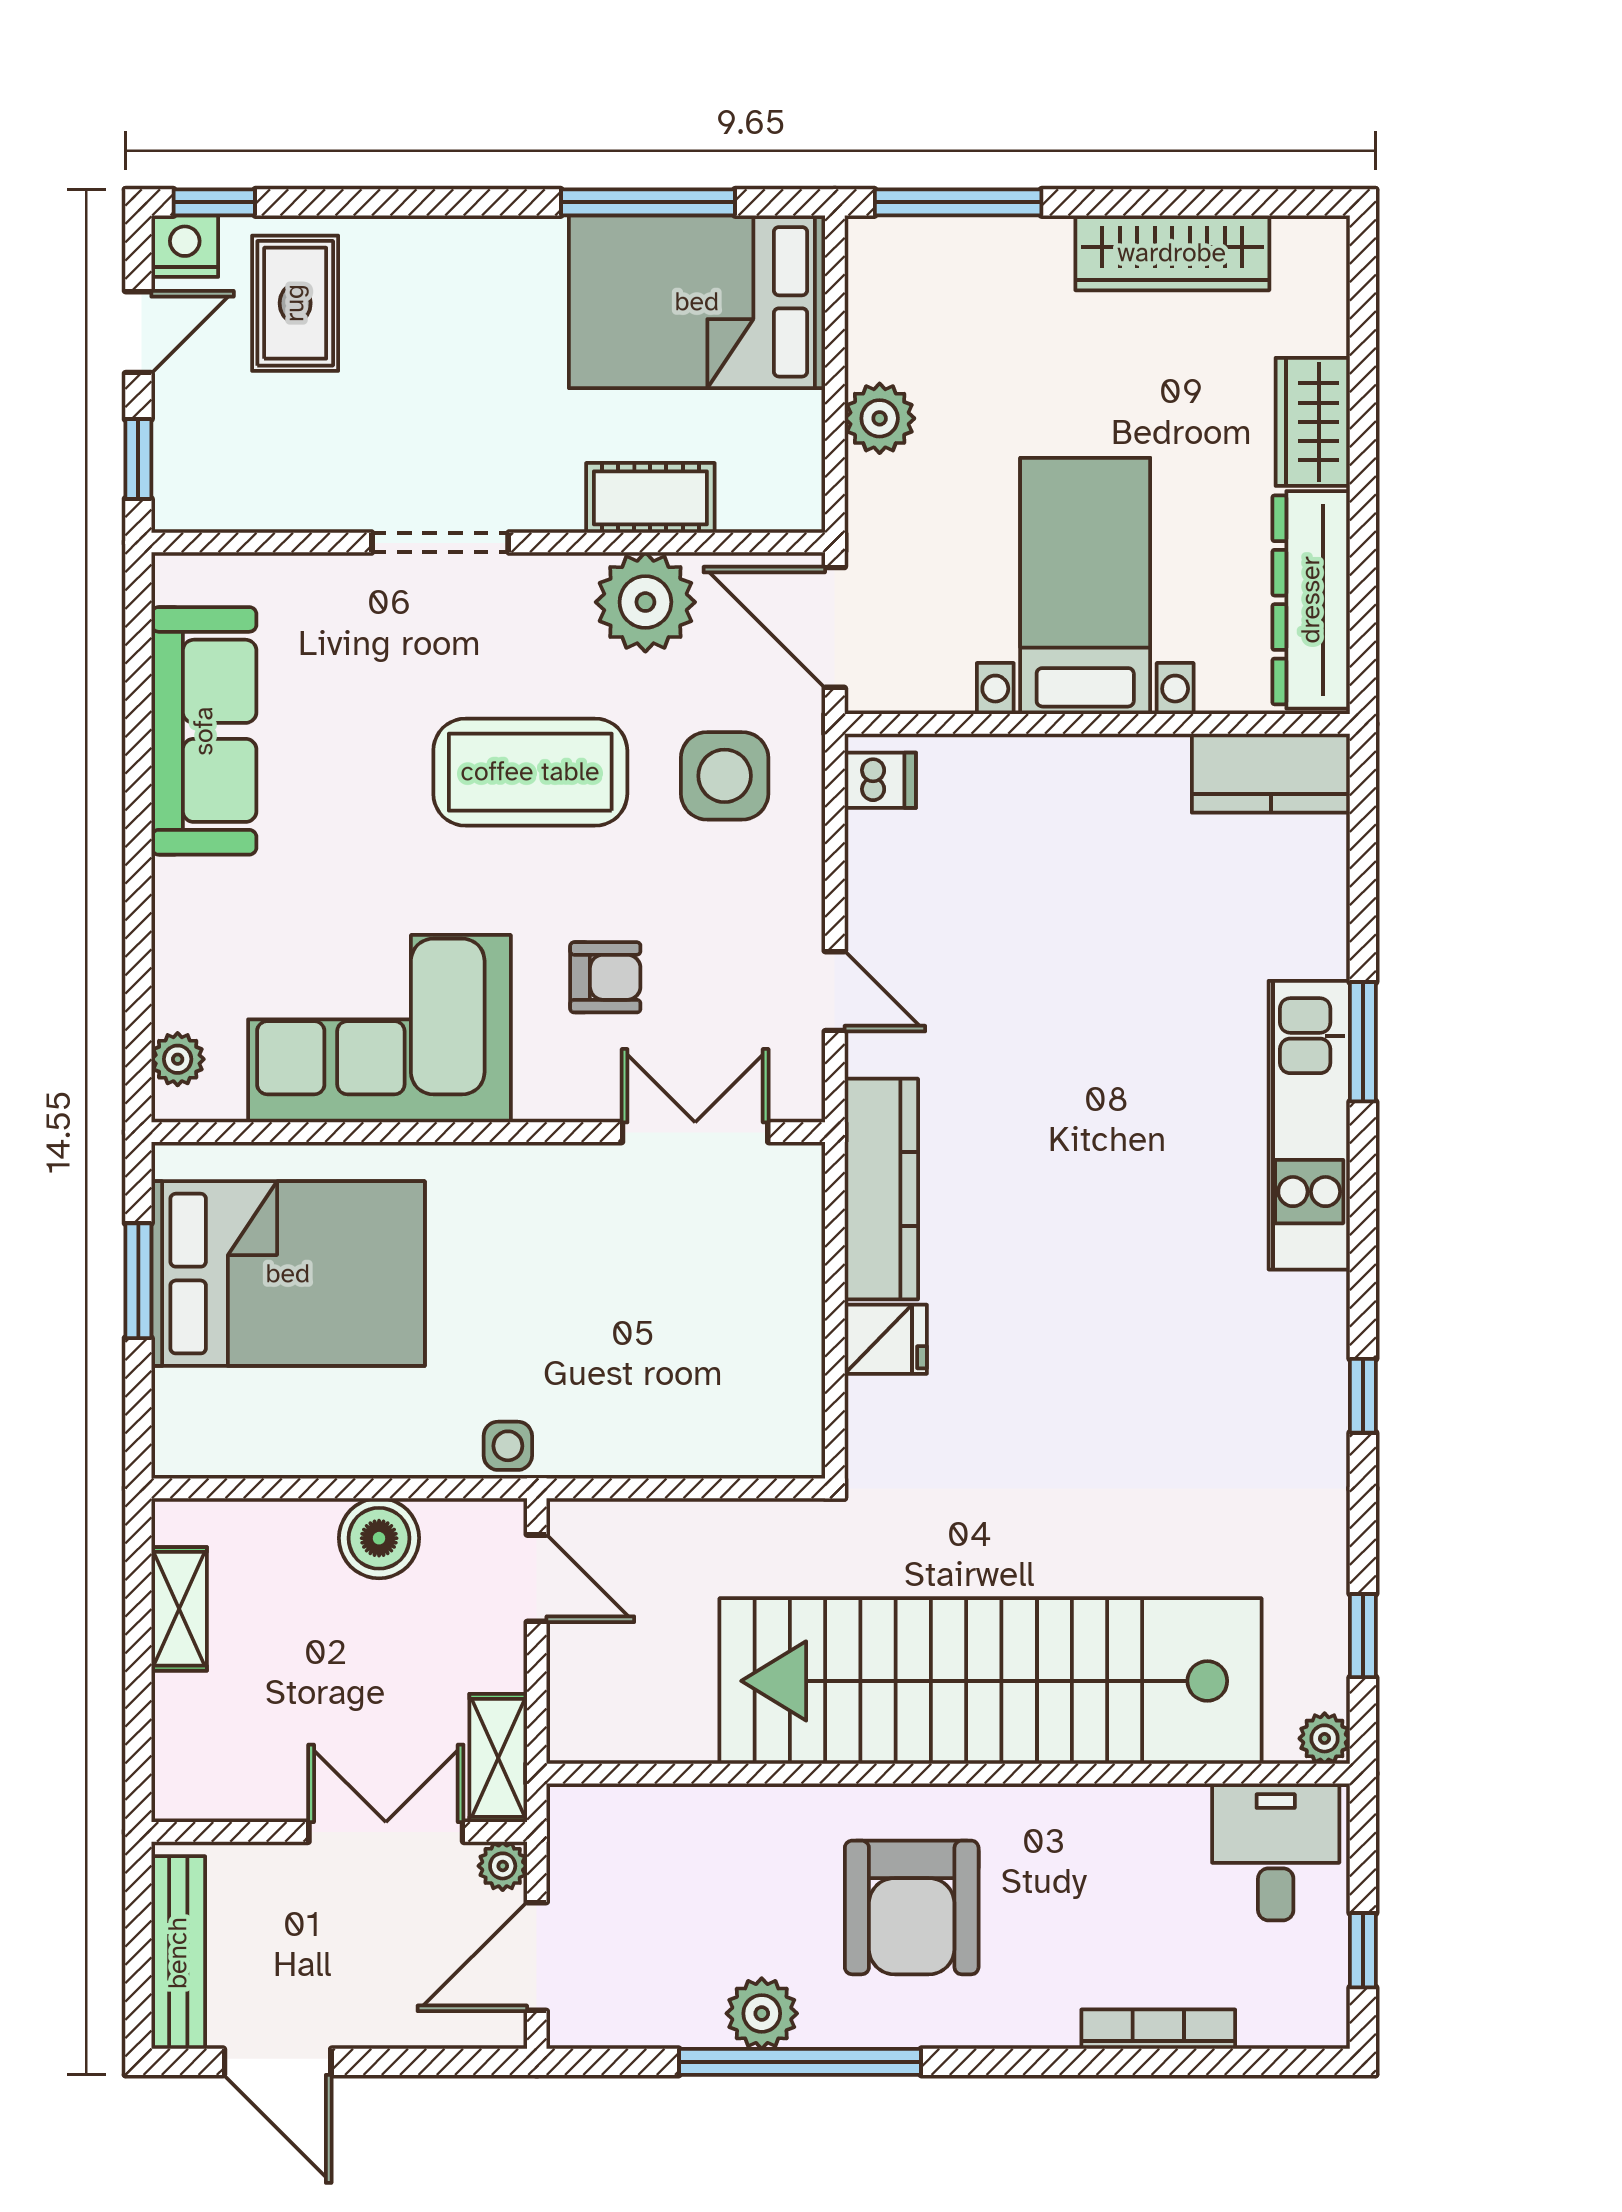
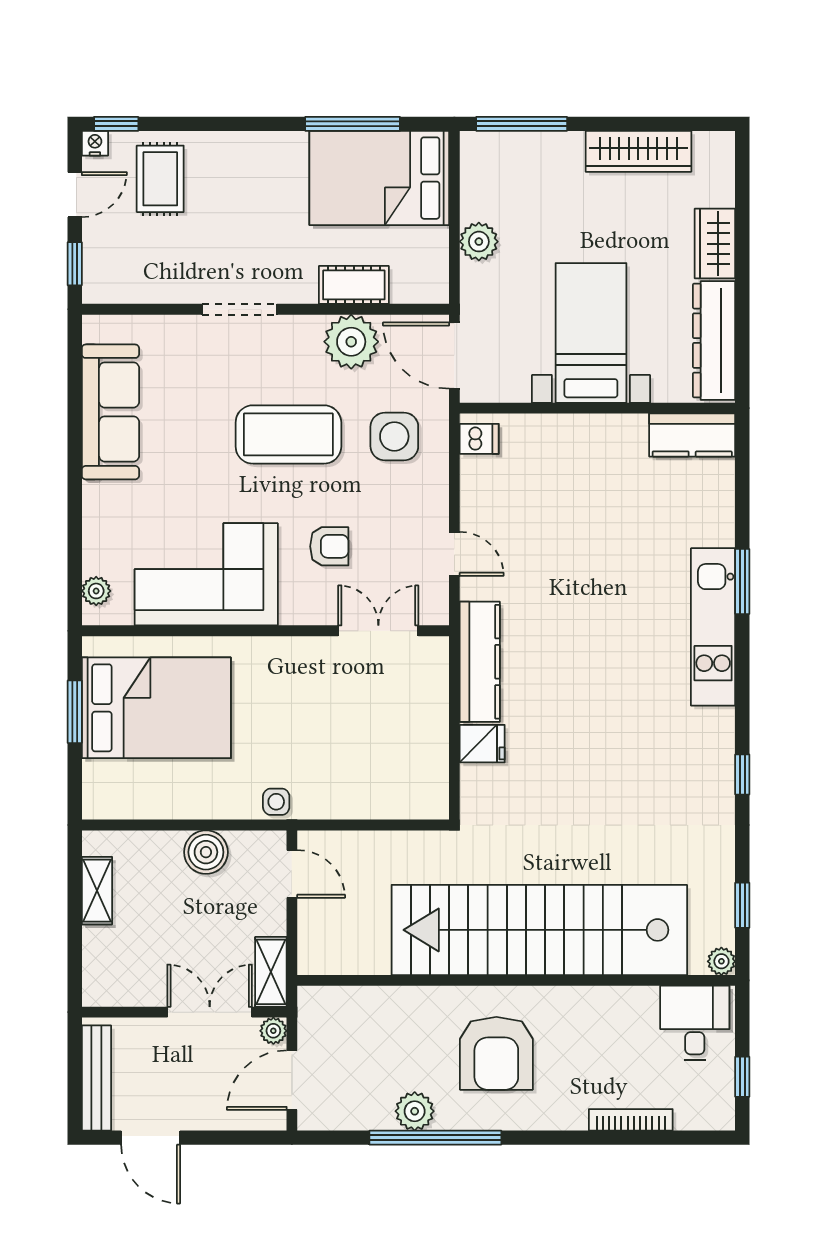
nightstand: (185, 246) -> (95, 143), width x0.72, depth x0.74

